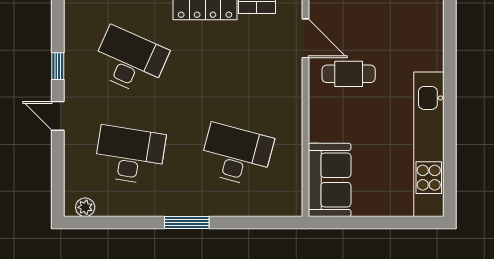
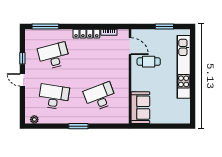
desk: (130, 61) -> (54, 56), turned -39
kitchen unit: (429, 144) -> (184, 67), moved
desk: (236, 155) -> (100, 97), turned -36

